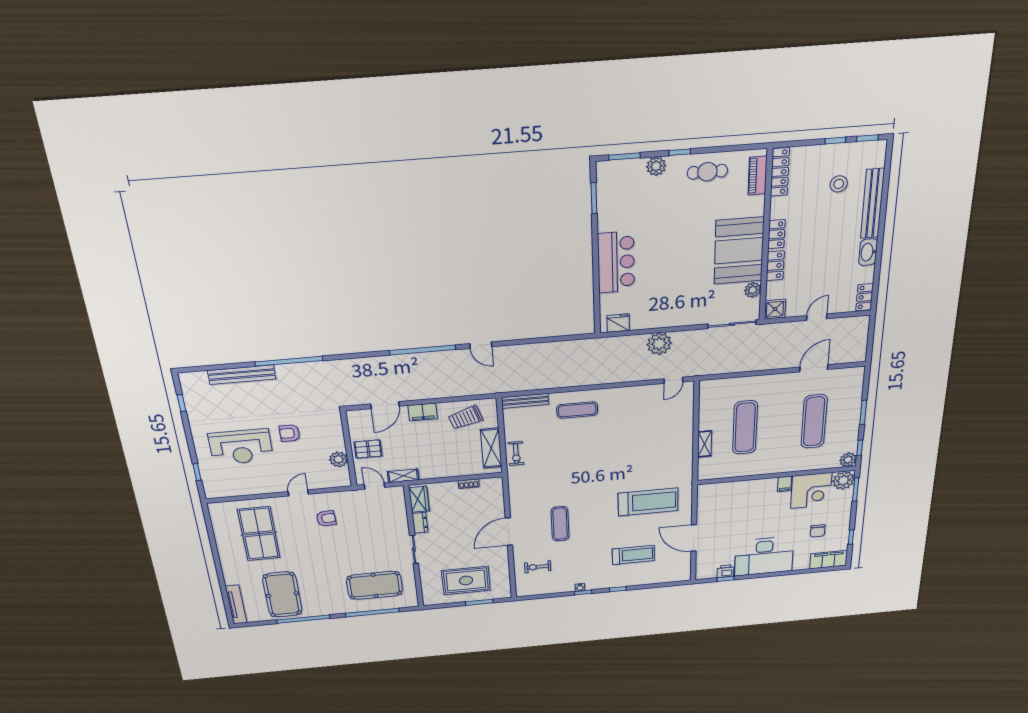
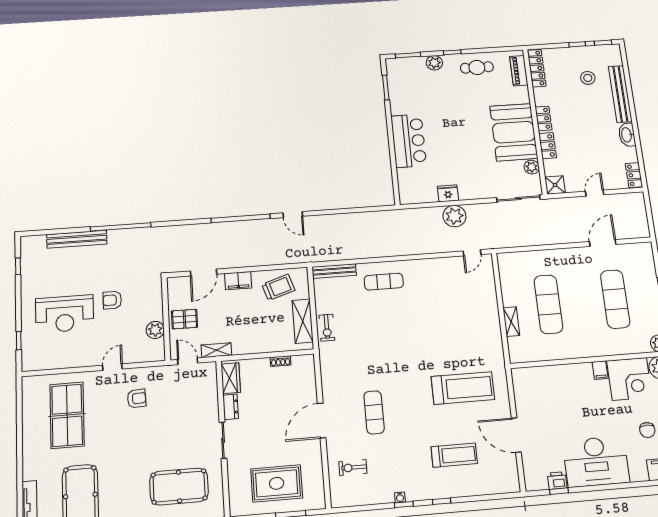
fridge: (618, 323) -> (448, 193), moved
trolley: (466, 418) -> (278, 287), turned 180

